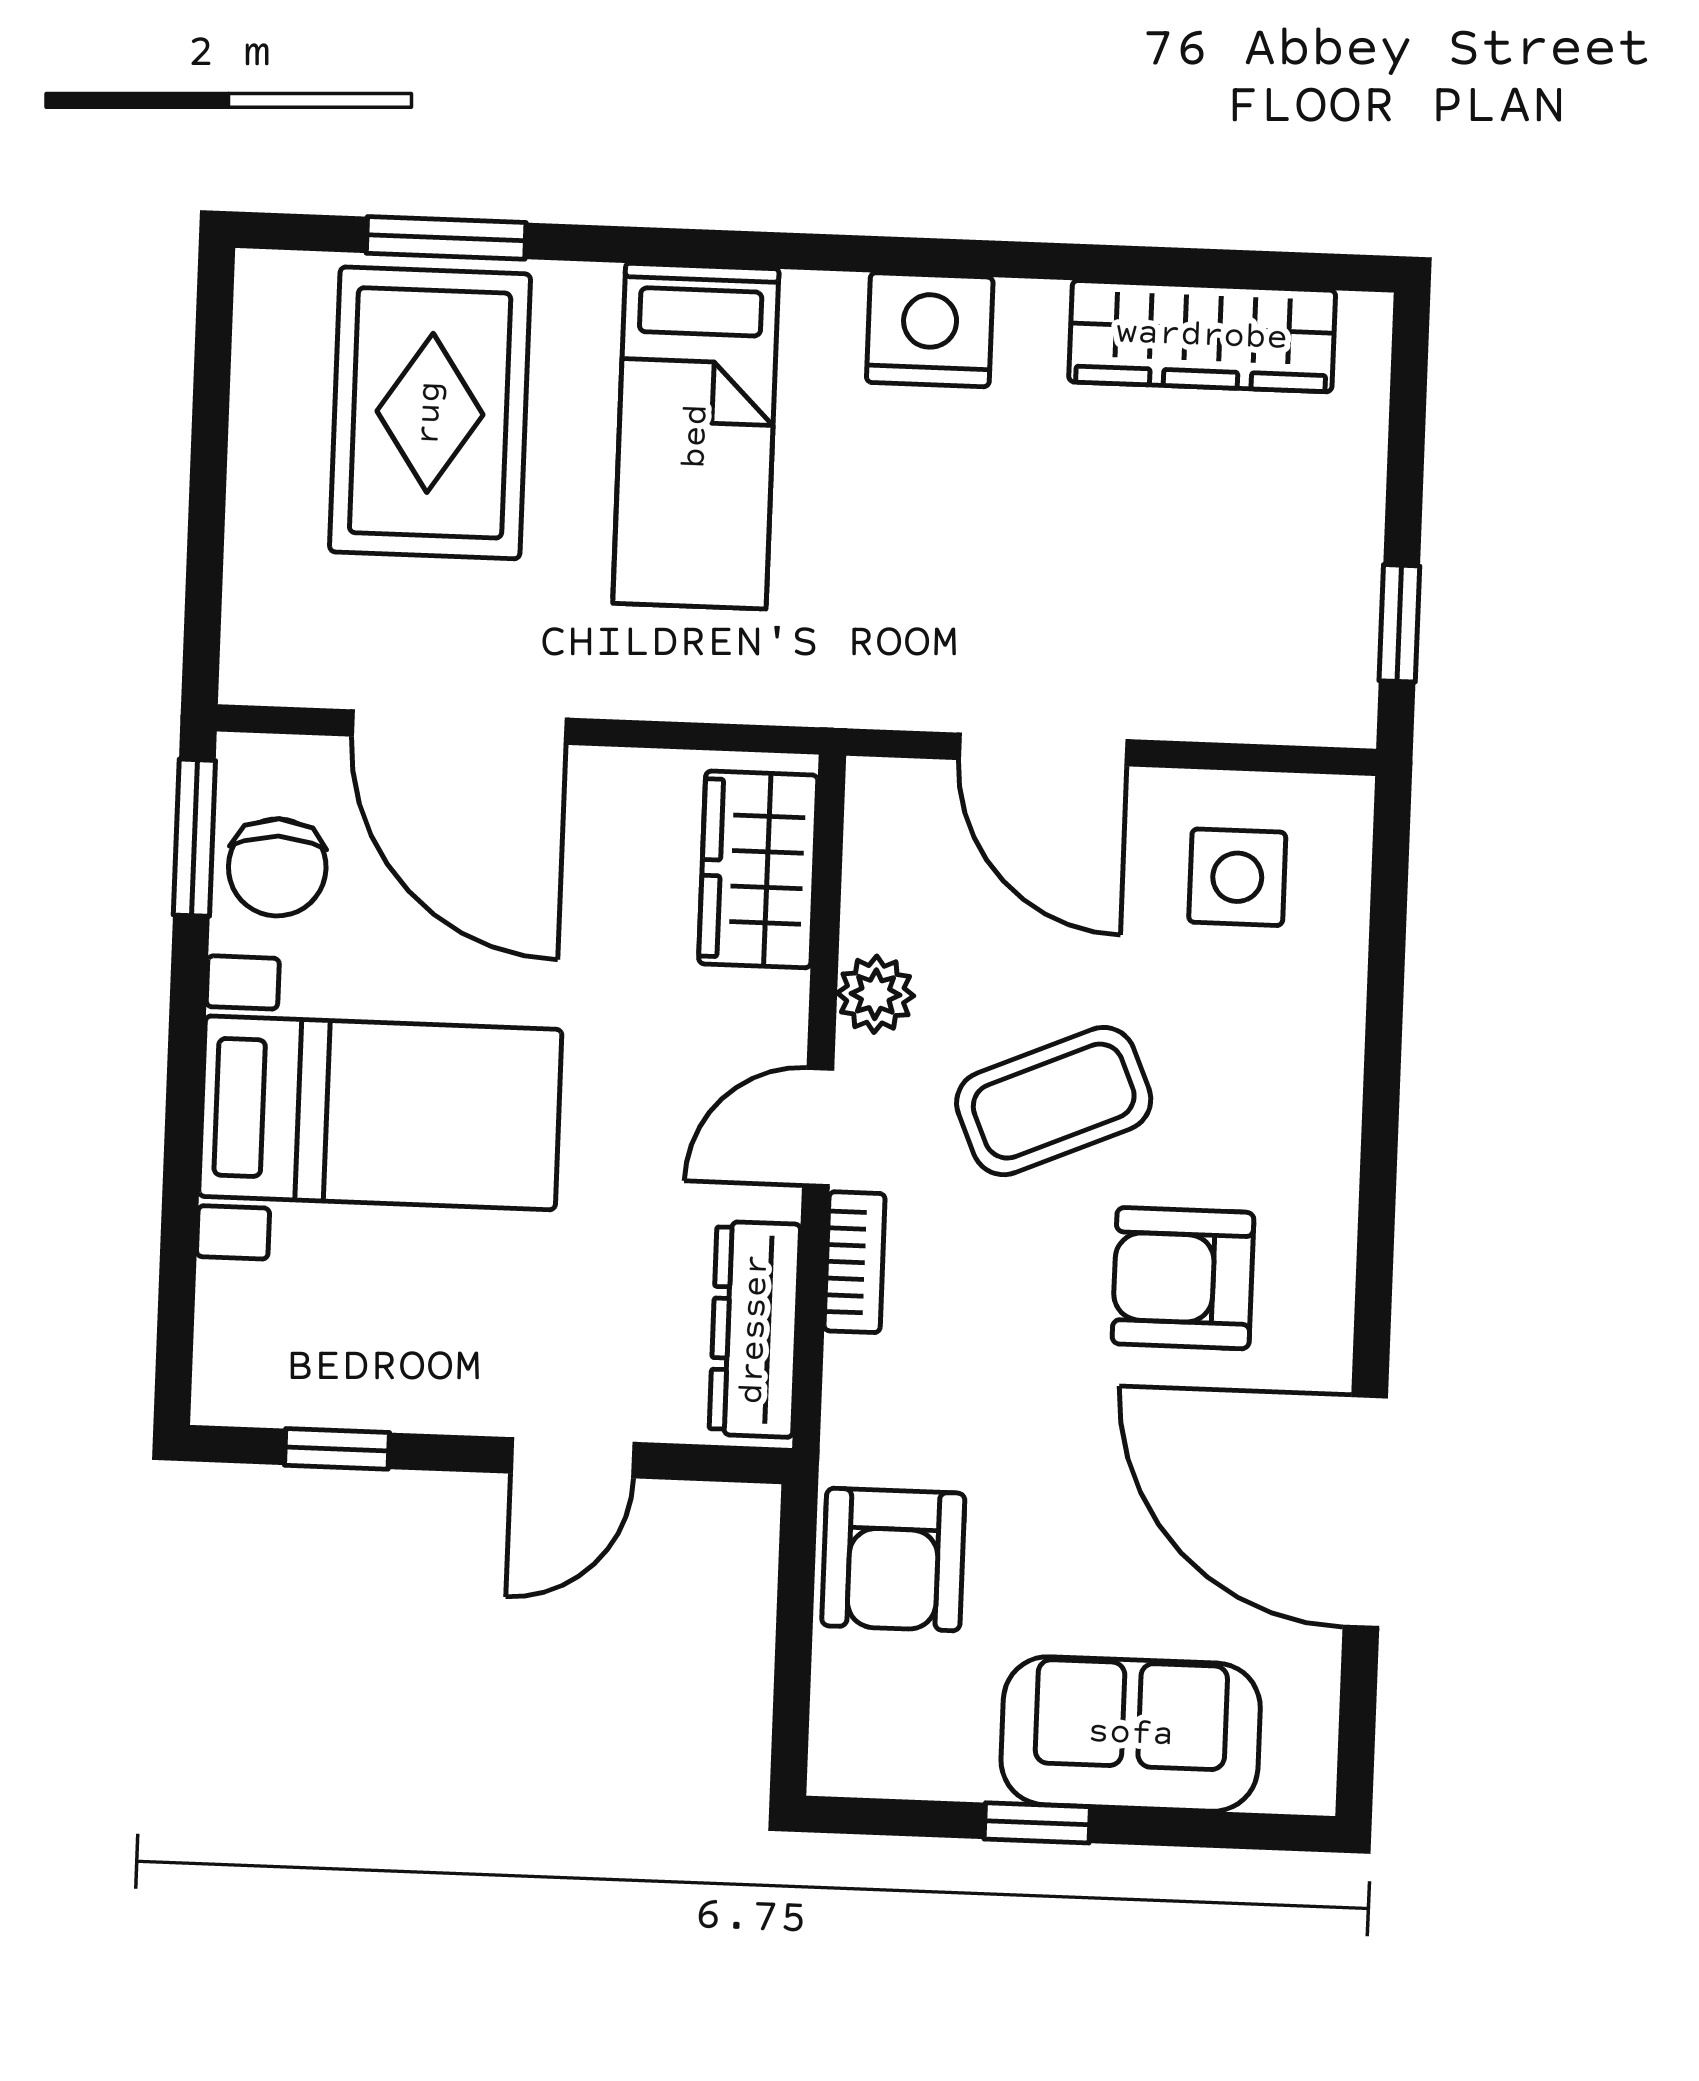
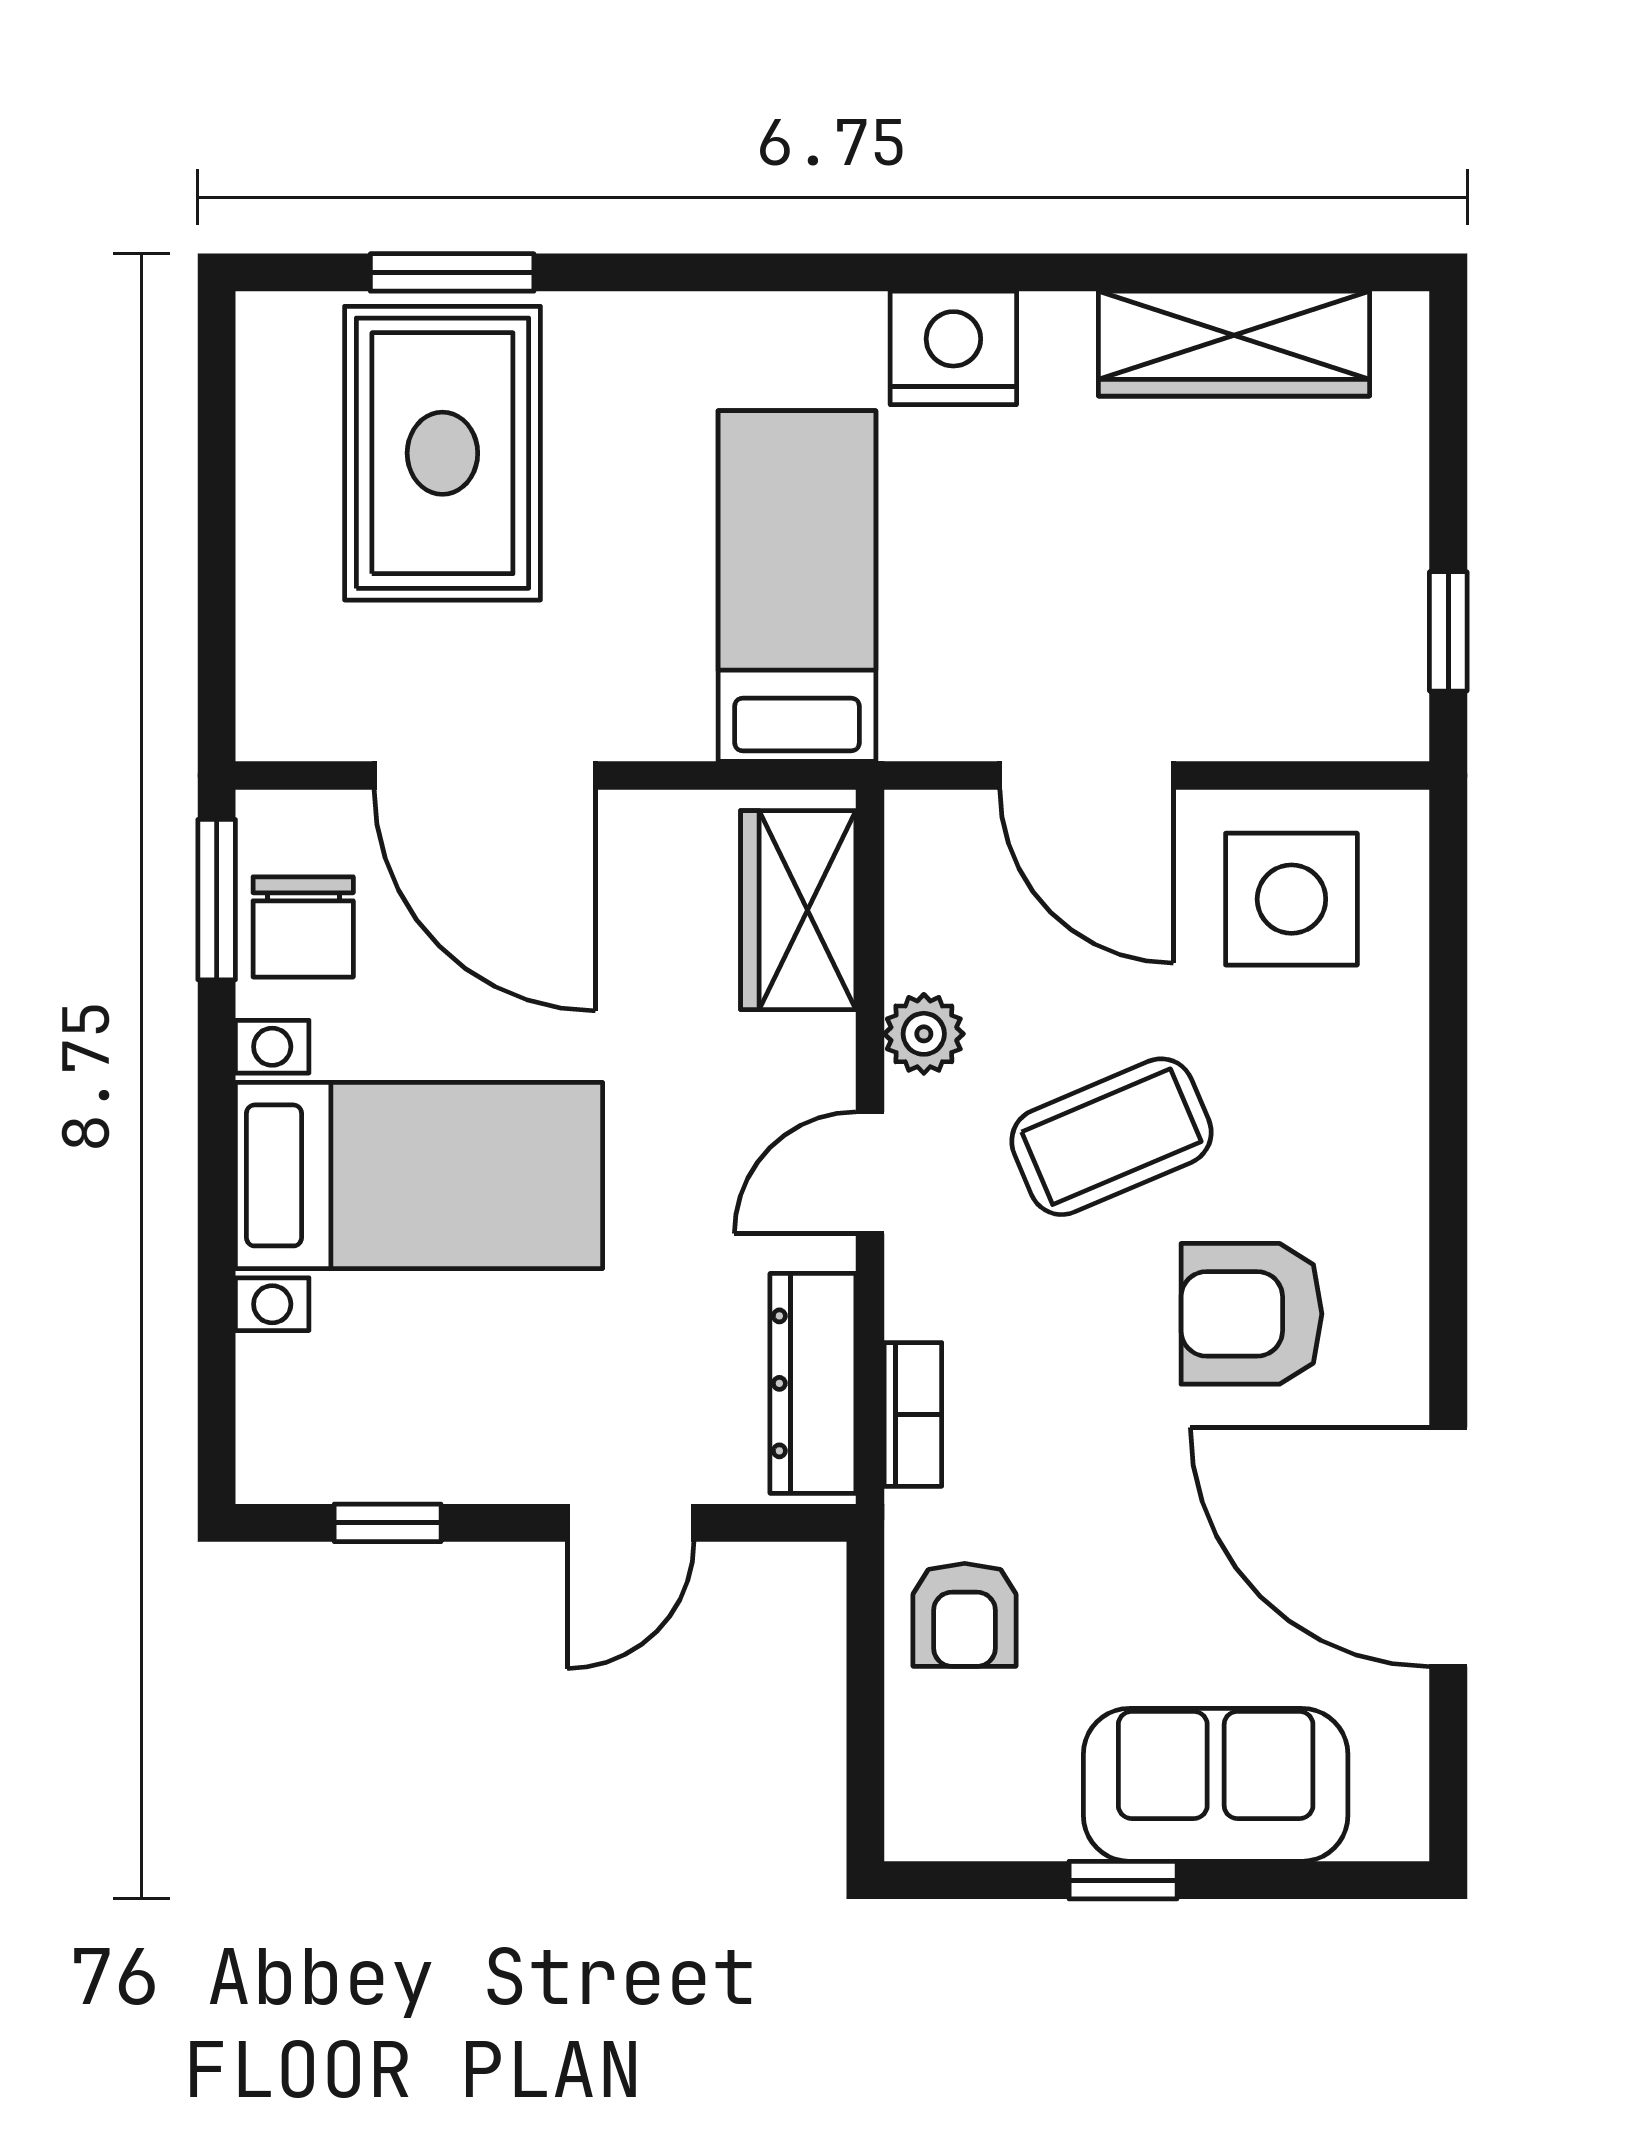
bed: (696, 436) -> (797, 586), moved, turned 180
side table: (1237, 877) -> (1291, 899), width x1.37, depth x1.37
bookcase: (855, 1262) -> (913, 1414), moved
armchair: (893, 1559) -> (965, 1615), width x0.72, depth x0.72

